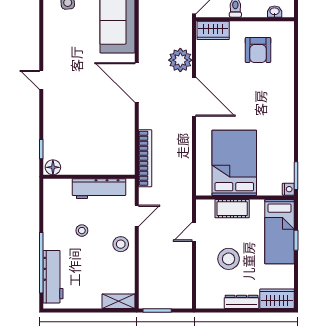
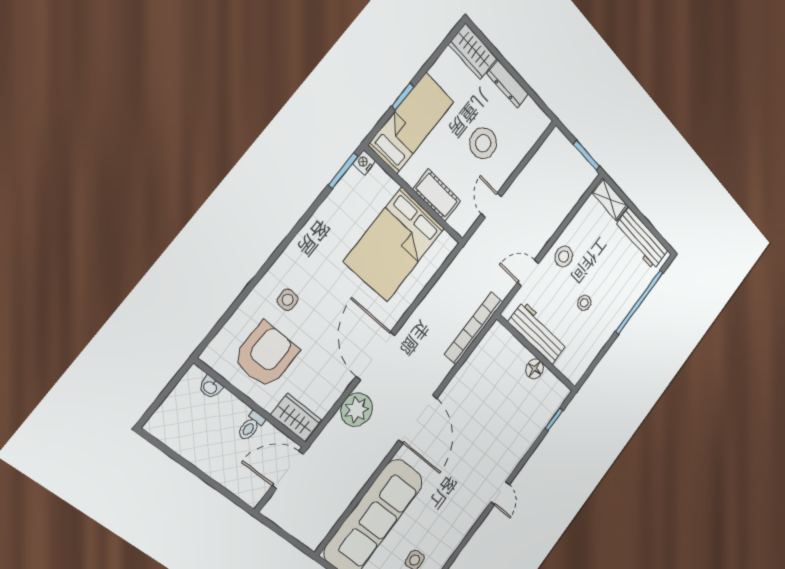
armchair: (258, 50) -> (266, 355), width x1.36, depth x1.36
side table: (270, 87) -> (288, 300), added
floor lamp: (53, 167) -> (535, 369), moved
door: (194, 232) -> (491, 205), swing flipped
workbench: (53, 277) -> (641, 239), moved, turned -90

